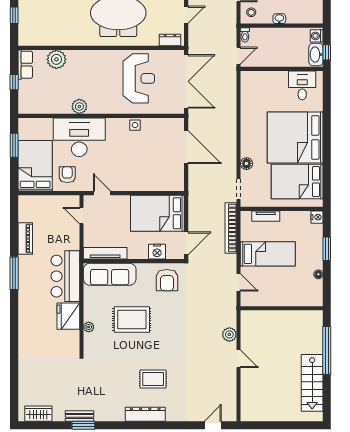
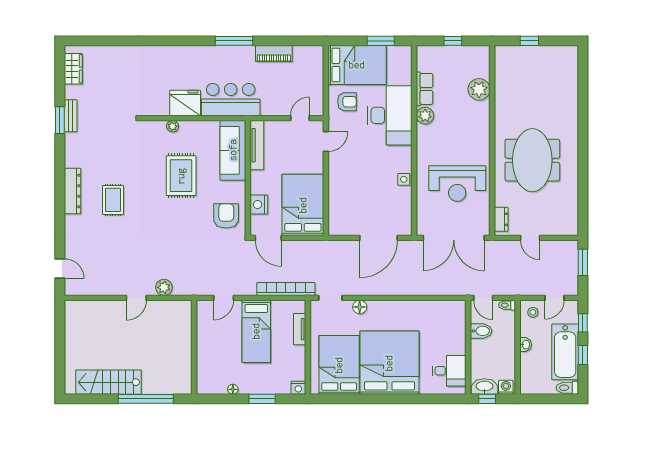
bidet: (267, 57) -> (481, 331), added
row of seats: (25, 65) -> (425, 89), moved, turned -90
armchair: (167, 280) -> (226, 216), turned 90

